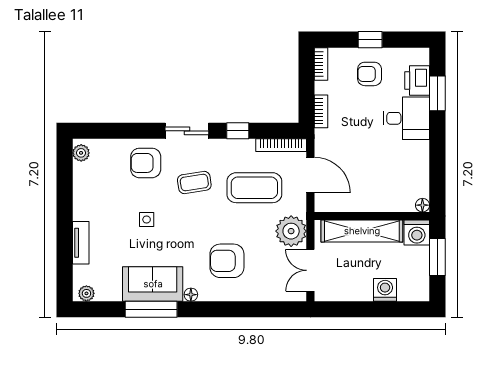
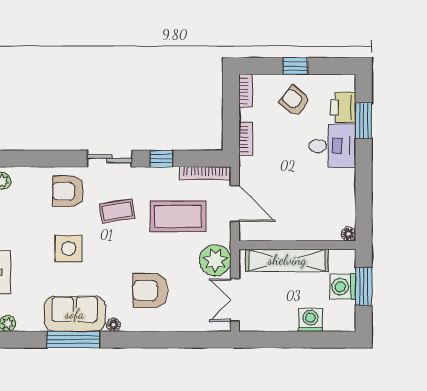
armchair: (370, 74) -> (295, 101), turned 38
side table: (147, 220) -> (69, 249), width x1.87, depth x1.87
washing machine: (417, 233) -> (343, 287), moved, turned 90

